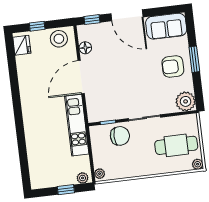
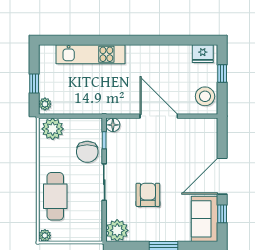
window: (92, 20) -> (222, 214), moved
floor lamp: (85, 48) -> (113, 125), moved
armchair: (173, 66) -> (148, 195), moved
kitchen unit: (77, 125) -> (91, 54), moved, turned 180
cafe table: (176, 145) -> (55, 196), moved
plant: (100, 174) -> (53, 129), width x1.88, depth x1.88

